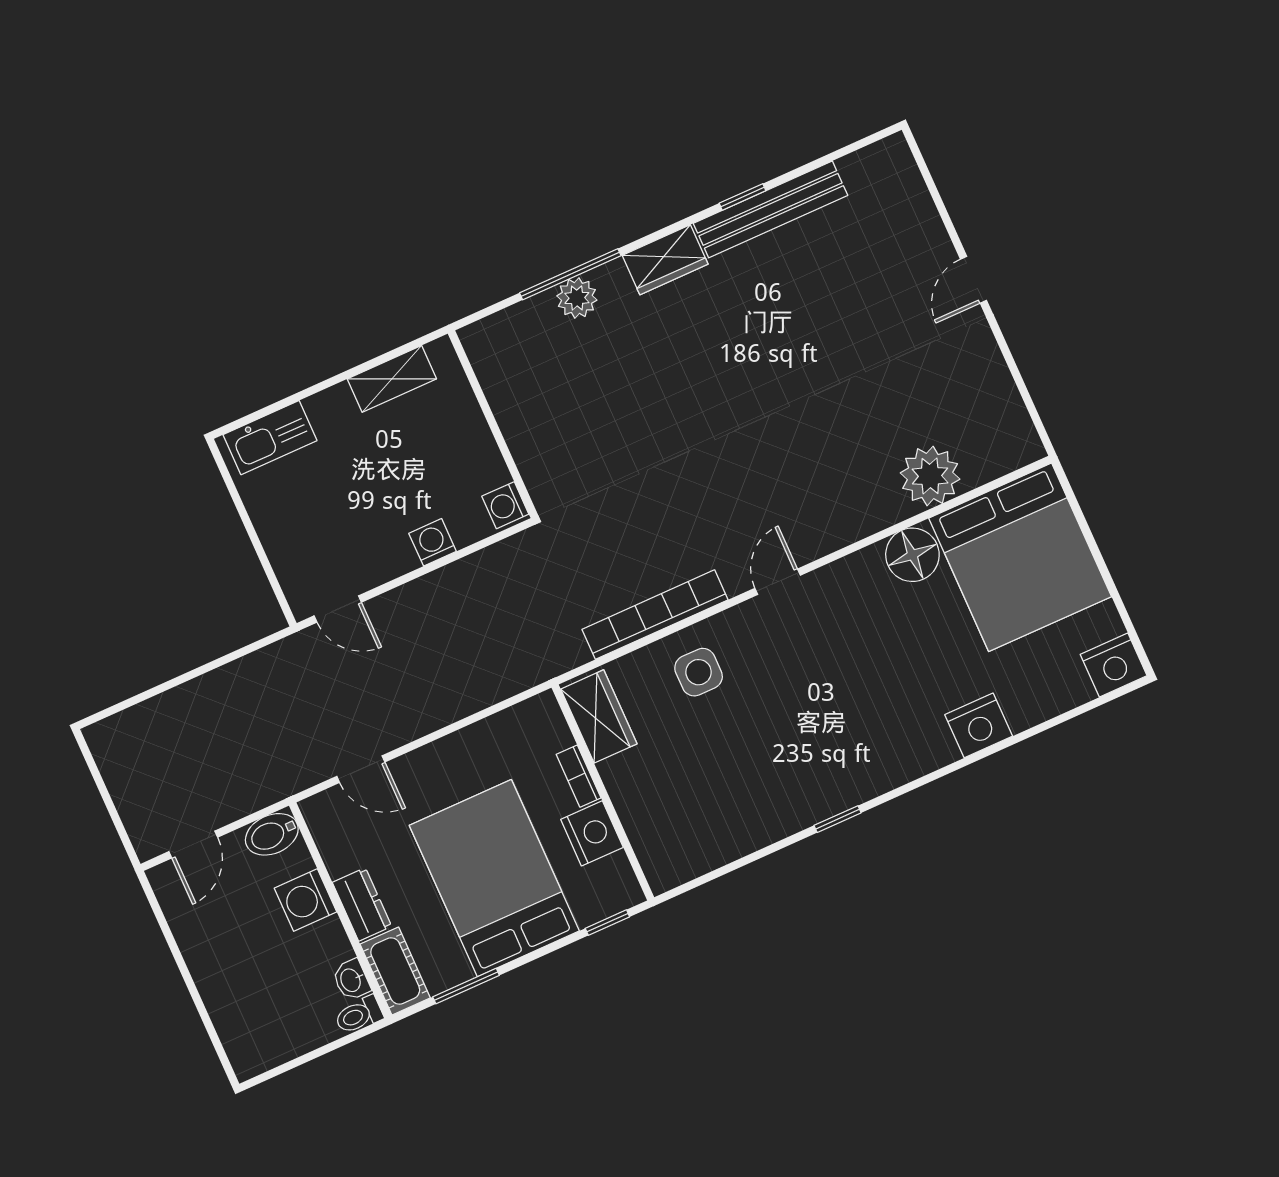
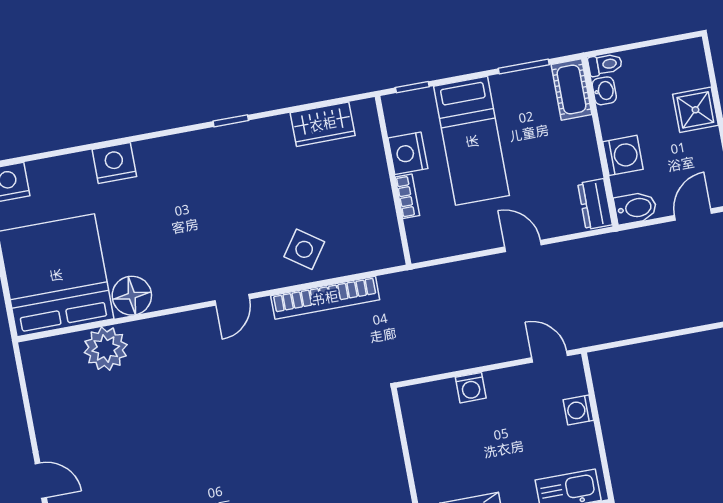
door: (973, 280) -> (41, 481), hinge flipped
washing machine: (505, 505) -> (578, 410), moved, turned 180
side table: (699, 672) -> (304, 249), turned 35
wardrobe: (599, 716) -> (323, 124), moved, turned -90
door: (361, 769) -> (523, 246), moved
bed: (494, 878) -> (472, 141), width x0.67
dresser: (362, 904) -> (595, 204), moved
shower: (224, 984) -> (695, 110), added

